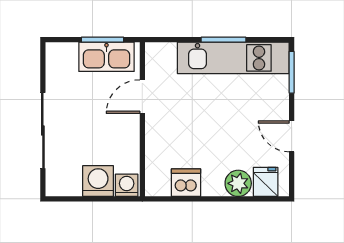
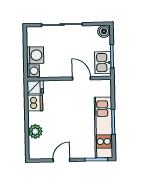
boiler: (57, 54) -> (104, 31), added
kitchen sink: (107, 57) -> (103, 63), width x0.73
fridge: (266, 182) -> (35, 87), moved

